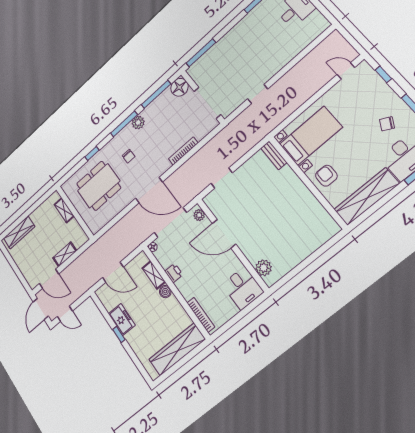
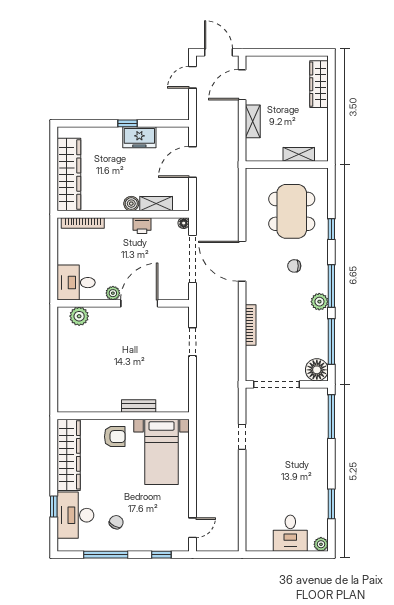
bench: (274, 155) -> (139, 406), moved
door: (149, 190) -> (242, 261), hinge flipped
plant: (199, 215) -> (113, 293), moved

